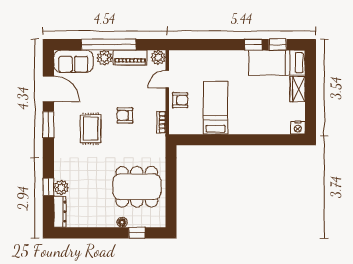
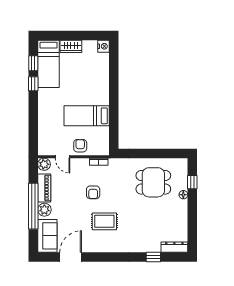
window: (48, 124) -> (101, 257), removed
dining table: (137, 187) -> (153, 182), width x0.73
plant: (61, 188) -> (154, 246), removed

